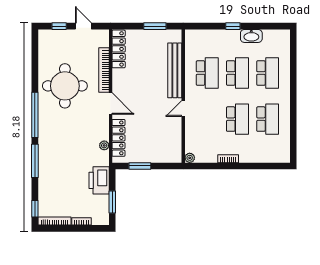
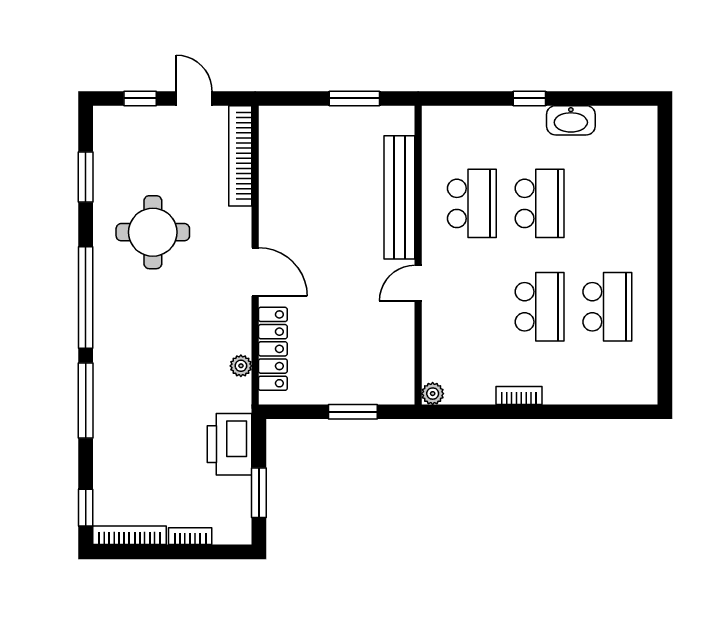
locker: (119, 49) -> (273, 149), removed
window: (35, 61) -> (86, 177), added
bookcase: (104, 70) -> (240, 156), moved
school desk: (268, 73) -> (607, 203), removed
round table: (65, 86) -> (153, 232), width x0.73, depth x0.73
window: (140, 166) -> (353, 412), moved

